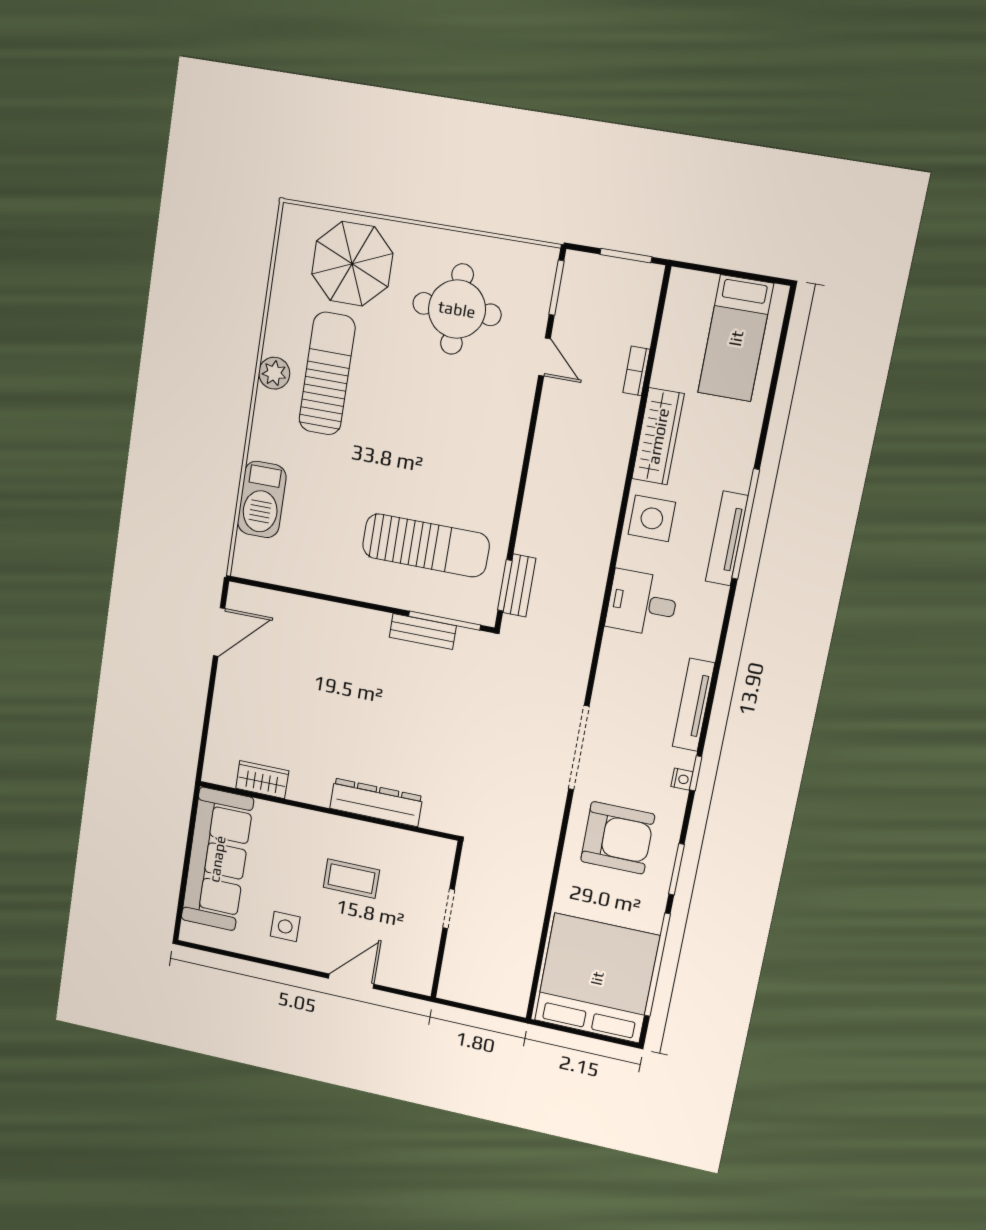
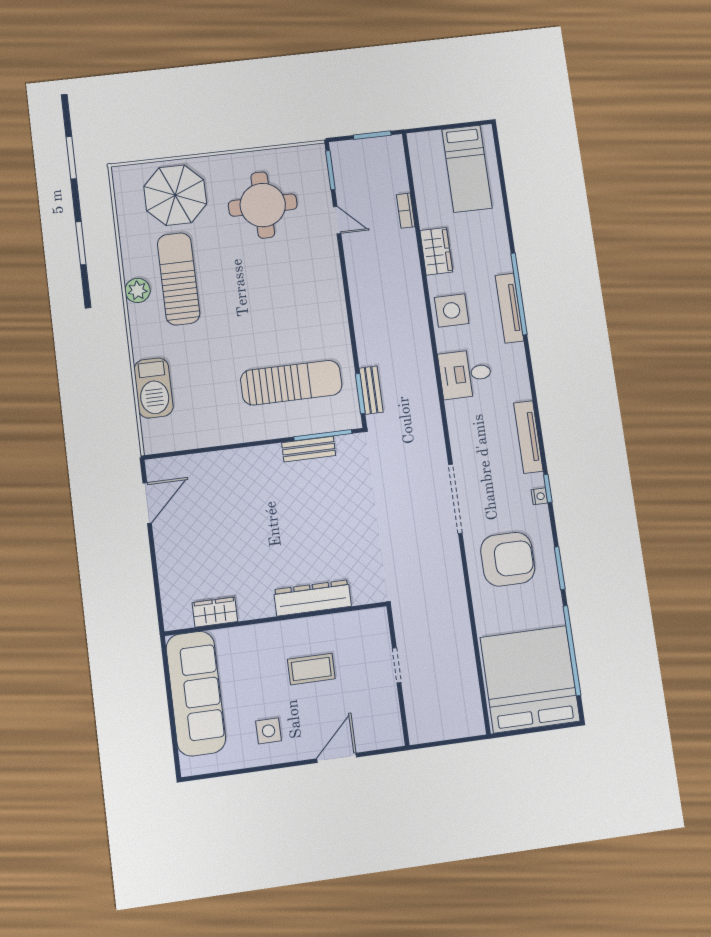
wardrobe: (658, 436) -> (436, 251), width x0.67

